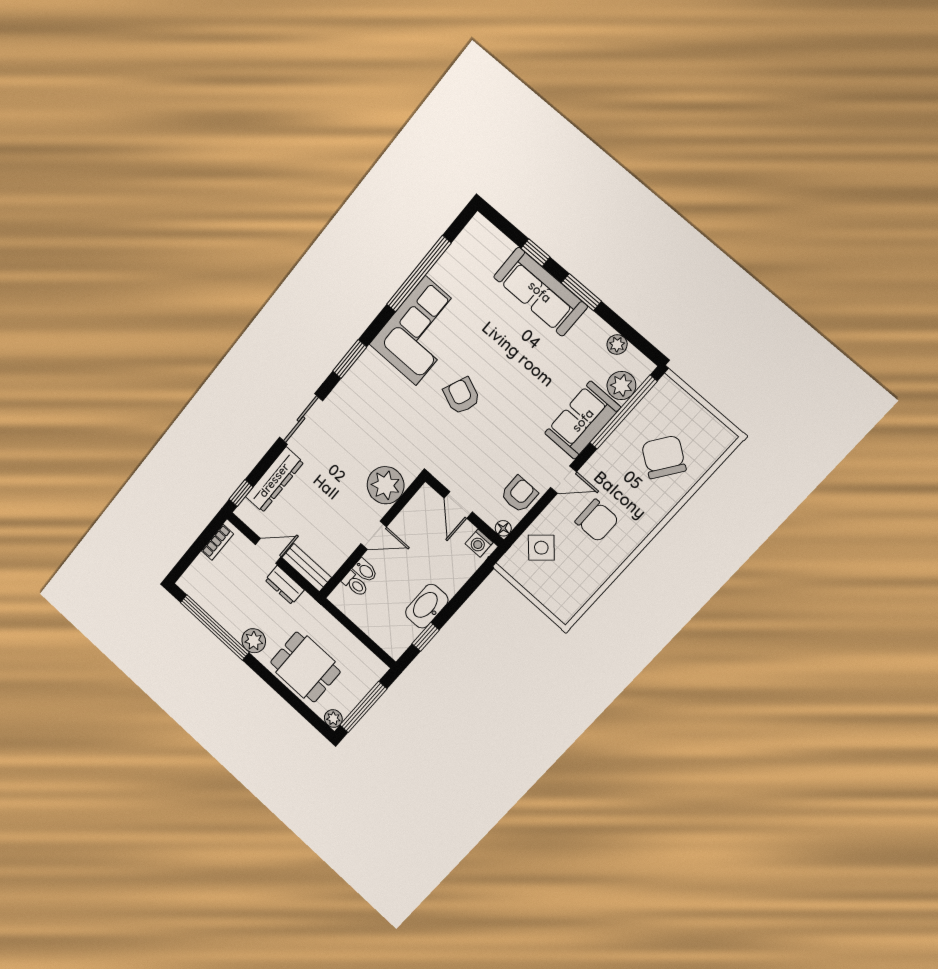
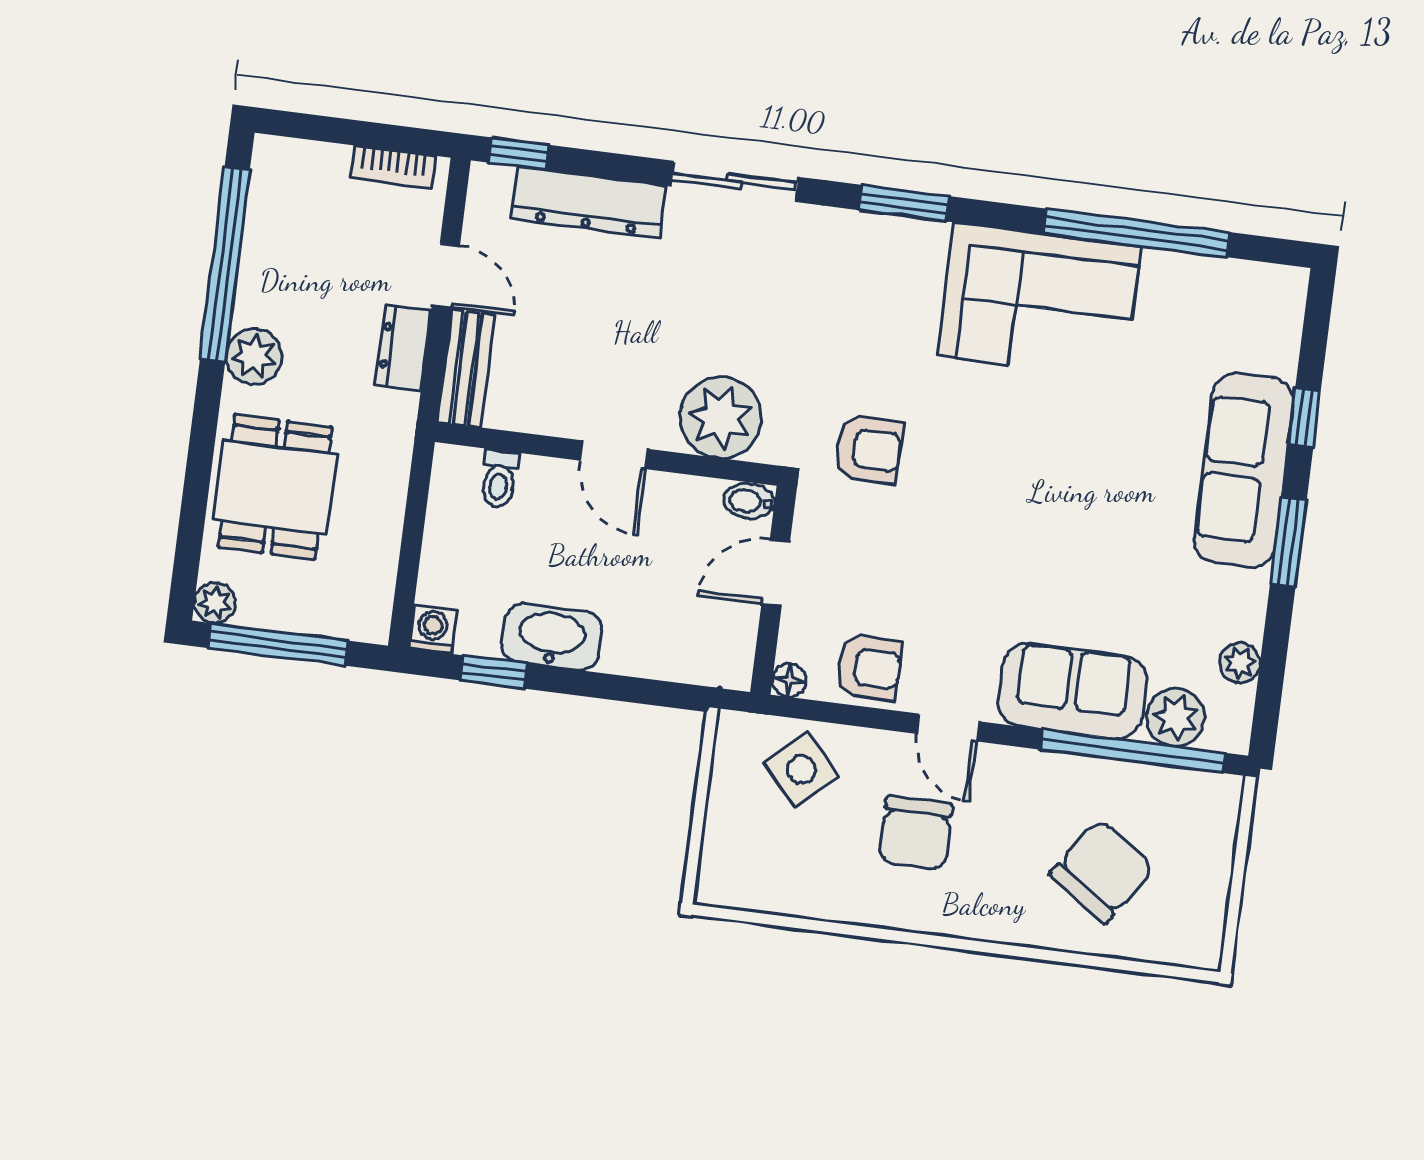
armchair: (462, 396) -> (868, 449), moved, turned 67
washing machine: (479, 543) -> (433, 629), moved, turned 90
bidet: (365, 570) -> (749, 501), moved, turned 90

